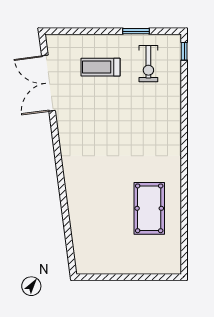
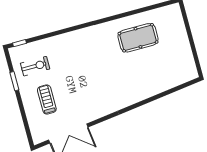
treadmill: (101, 67) -> (47, 100), turned 180

